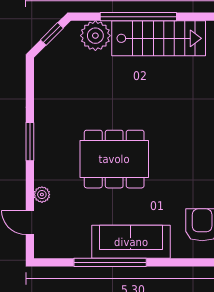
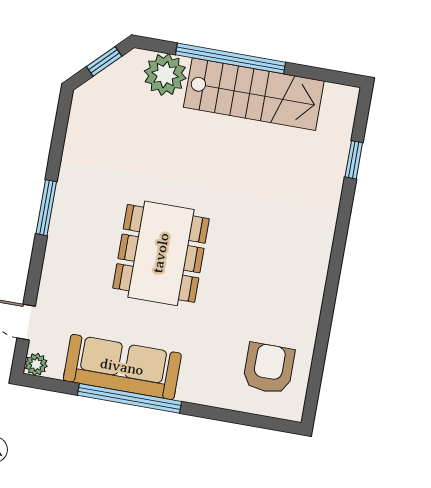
dining table: (114, 159) -> (161, 253), turned 90
plant: (42, 195) -> (36, 364), moved
sofa: (131, 242) -> (122, 367), moved

